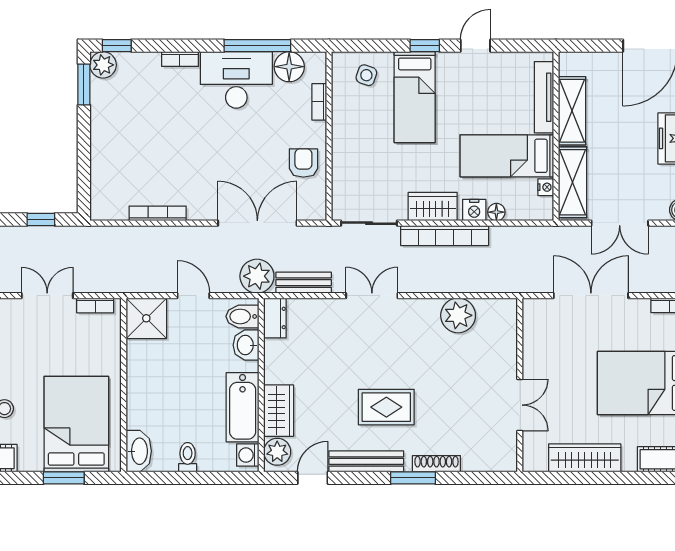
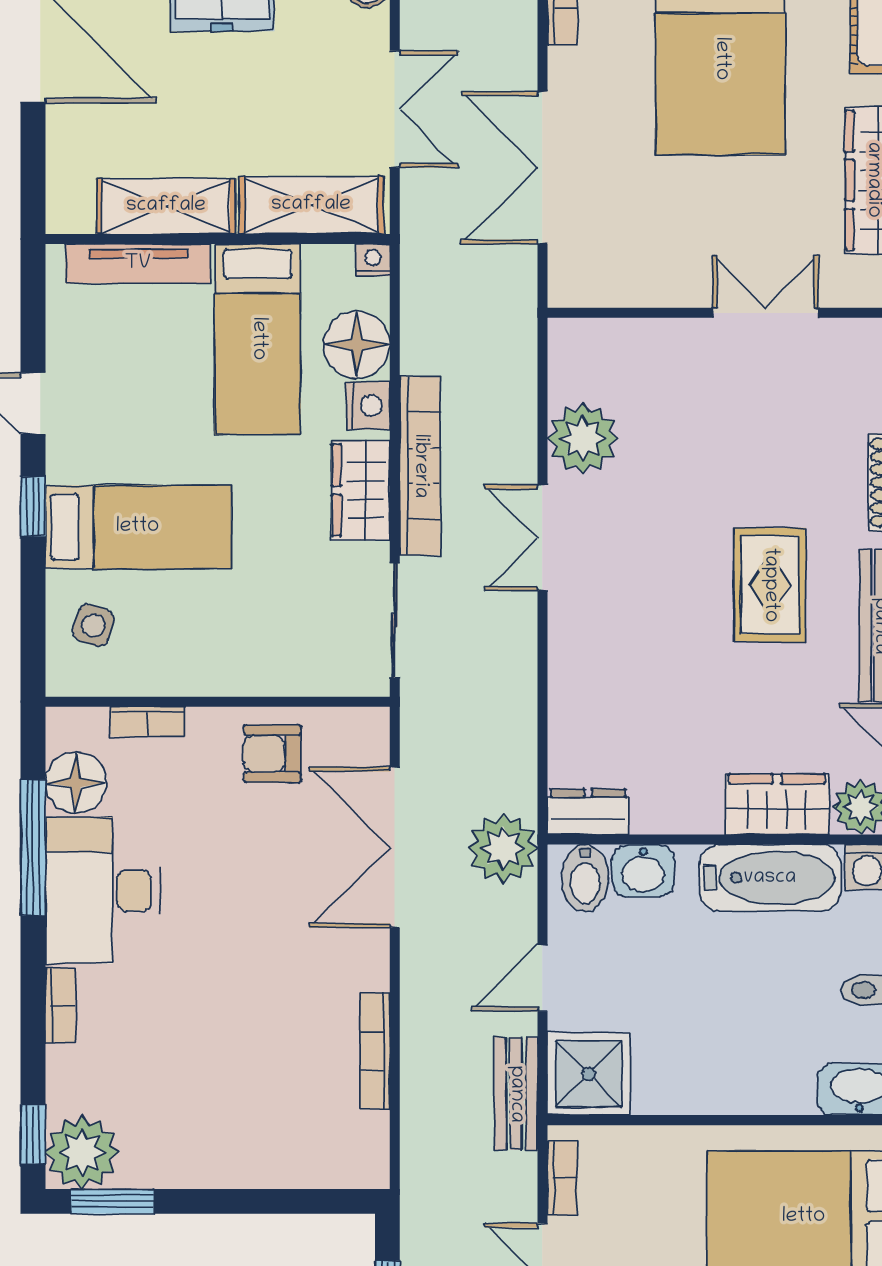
plant: (103, 65) -> (82, 1152), width x1.36, depth x1.36
nightstand: (546, 187) -> (373, 260), moved
floor lamp: (496, 212) -> (357, 345), width x1.89, depth x1.89
bench: (304, 283) -> (516, 1094), moved
double door: (372, 296) -> (542, 538), moved

